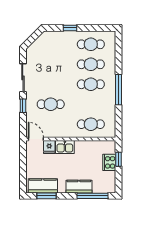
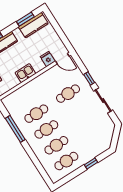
window: (119, 90) -> (15, 129), moved
cafe table: (91, 124) -> (36, 114), moved
kitchen sink: (65, 147) -> (25, 73), moved

